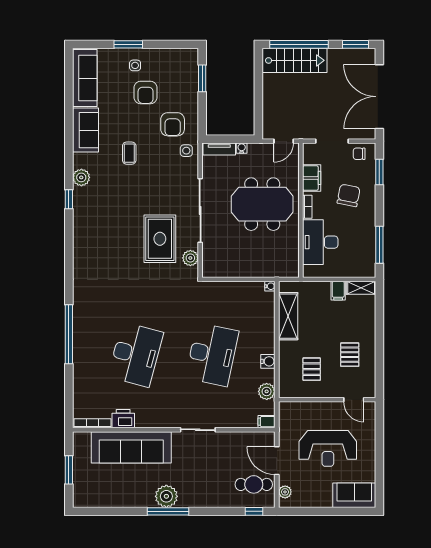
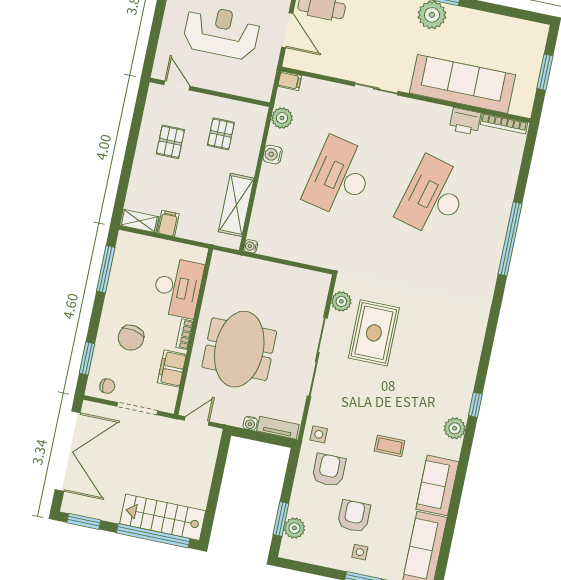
plant: (190, 73) -> (294, 528), added
coffee table: (129, 153) -> (390, 446), turned 90
meeting table: (262, 204) -> (239, 349), turned 90

